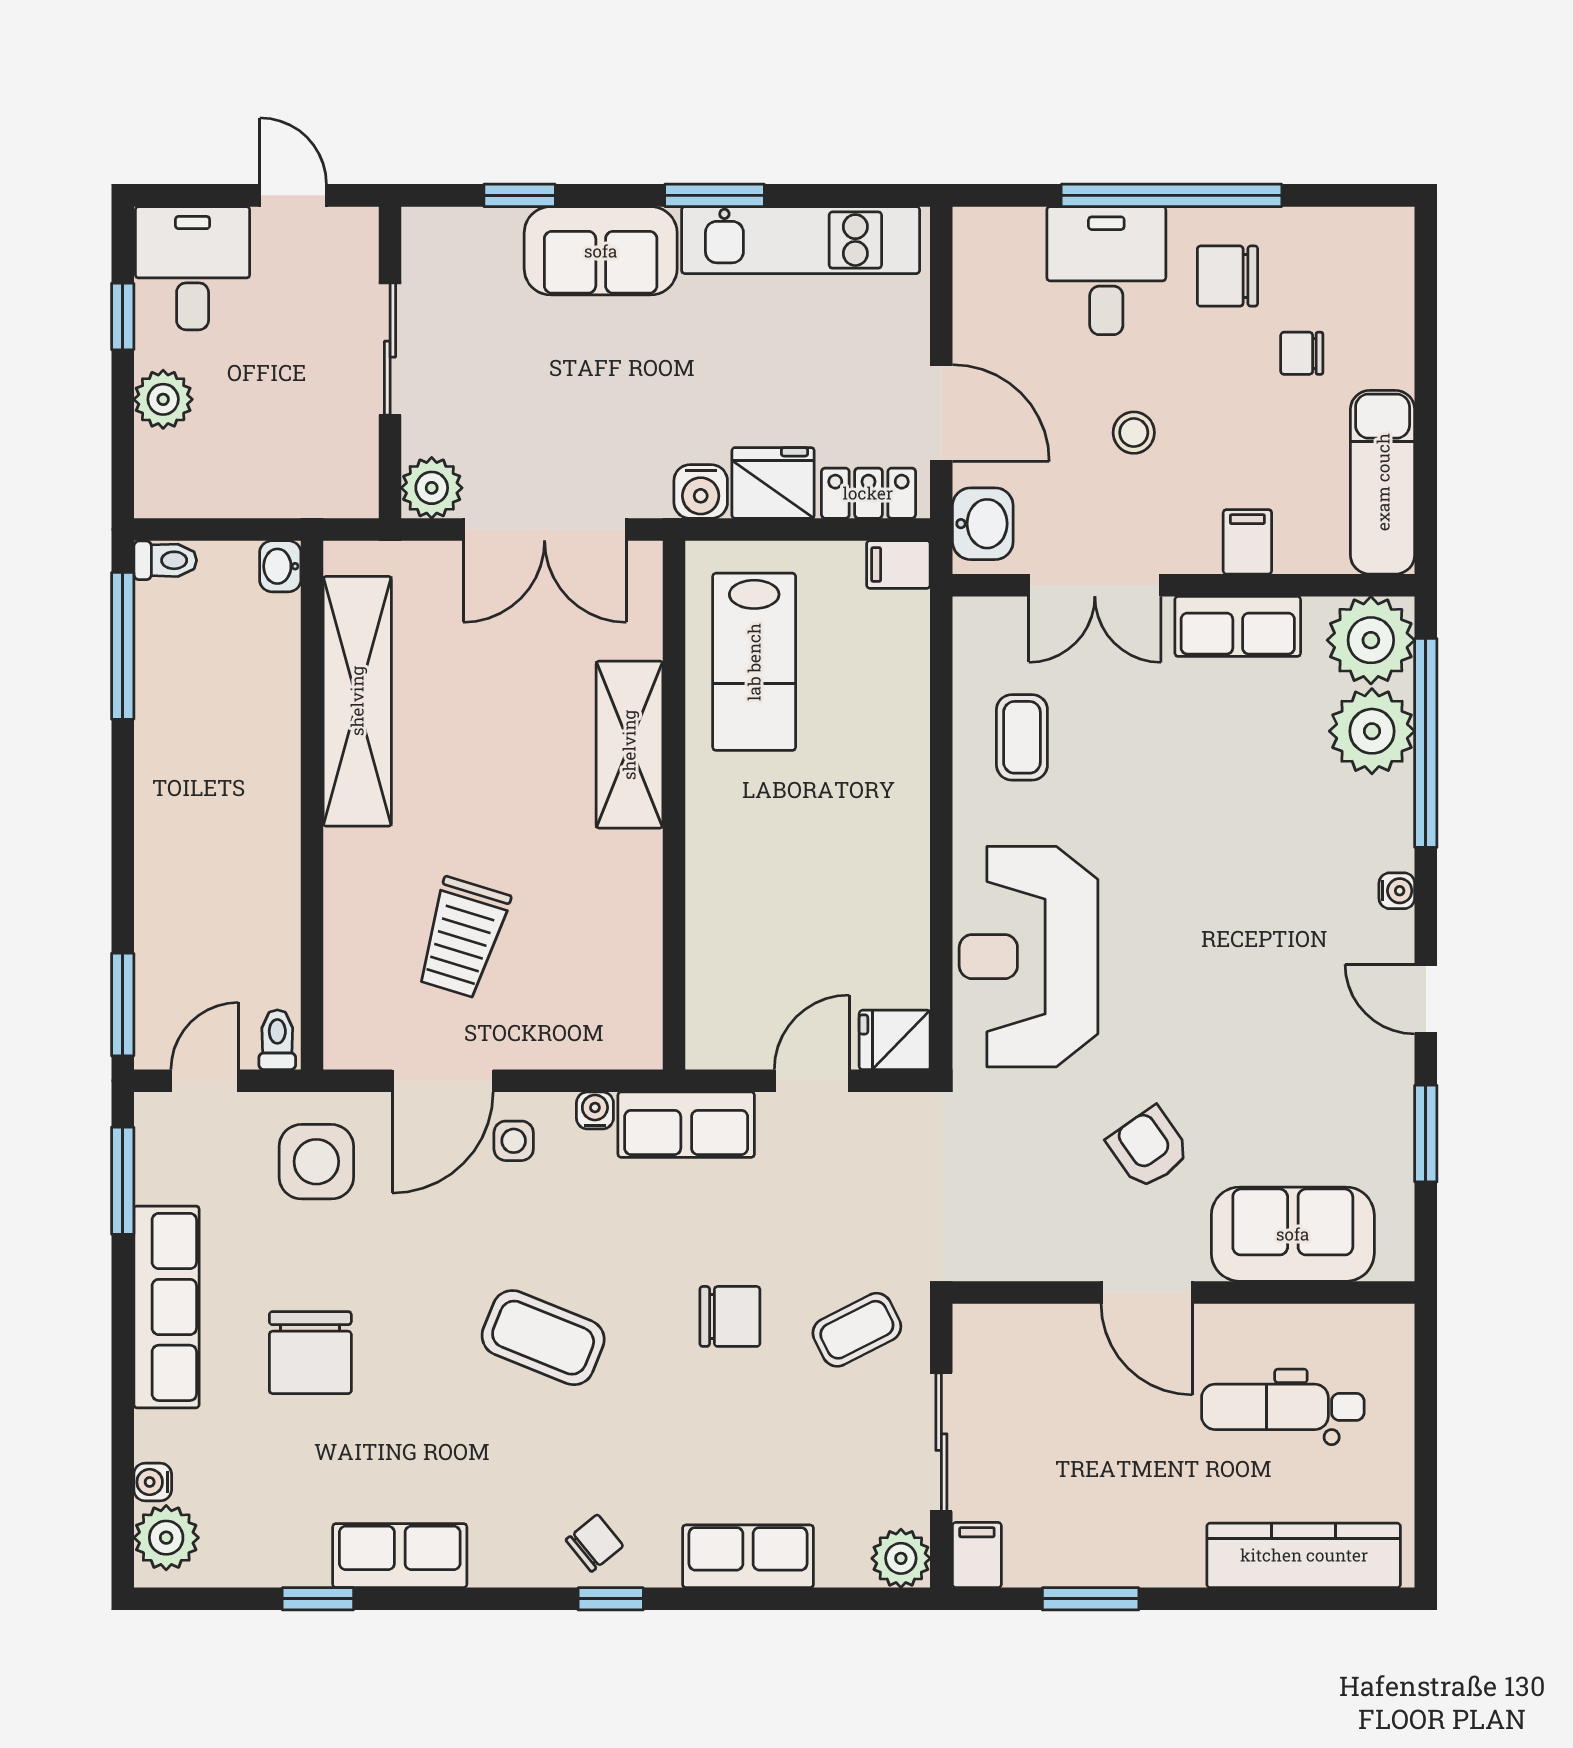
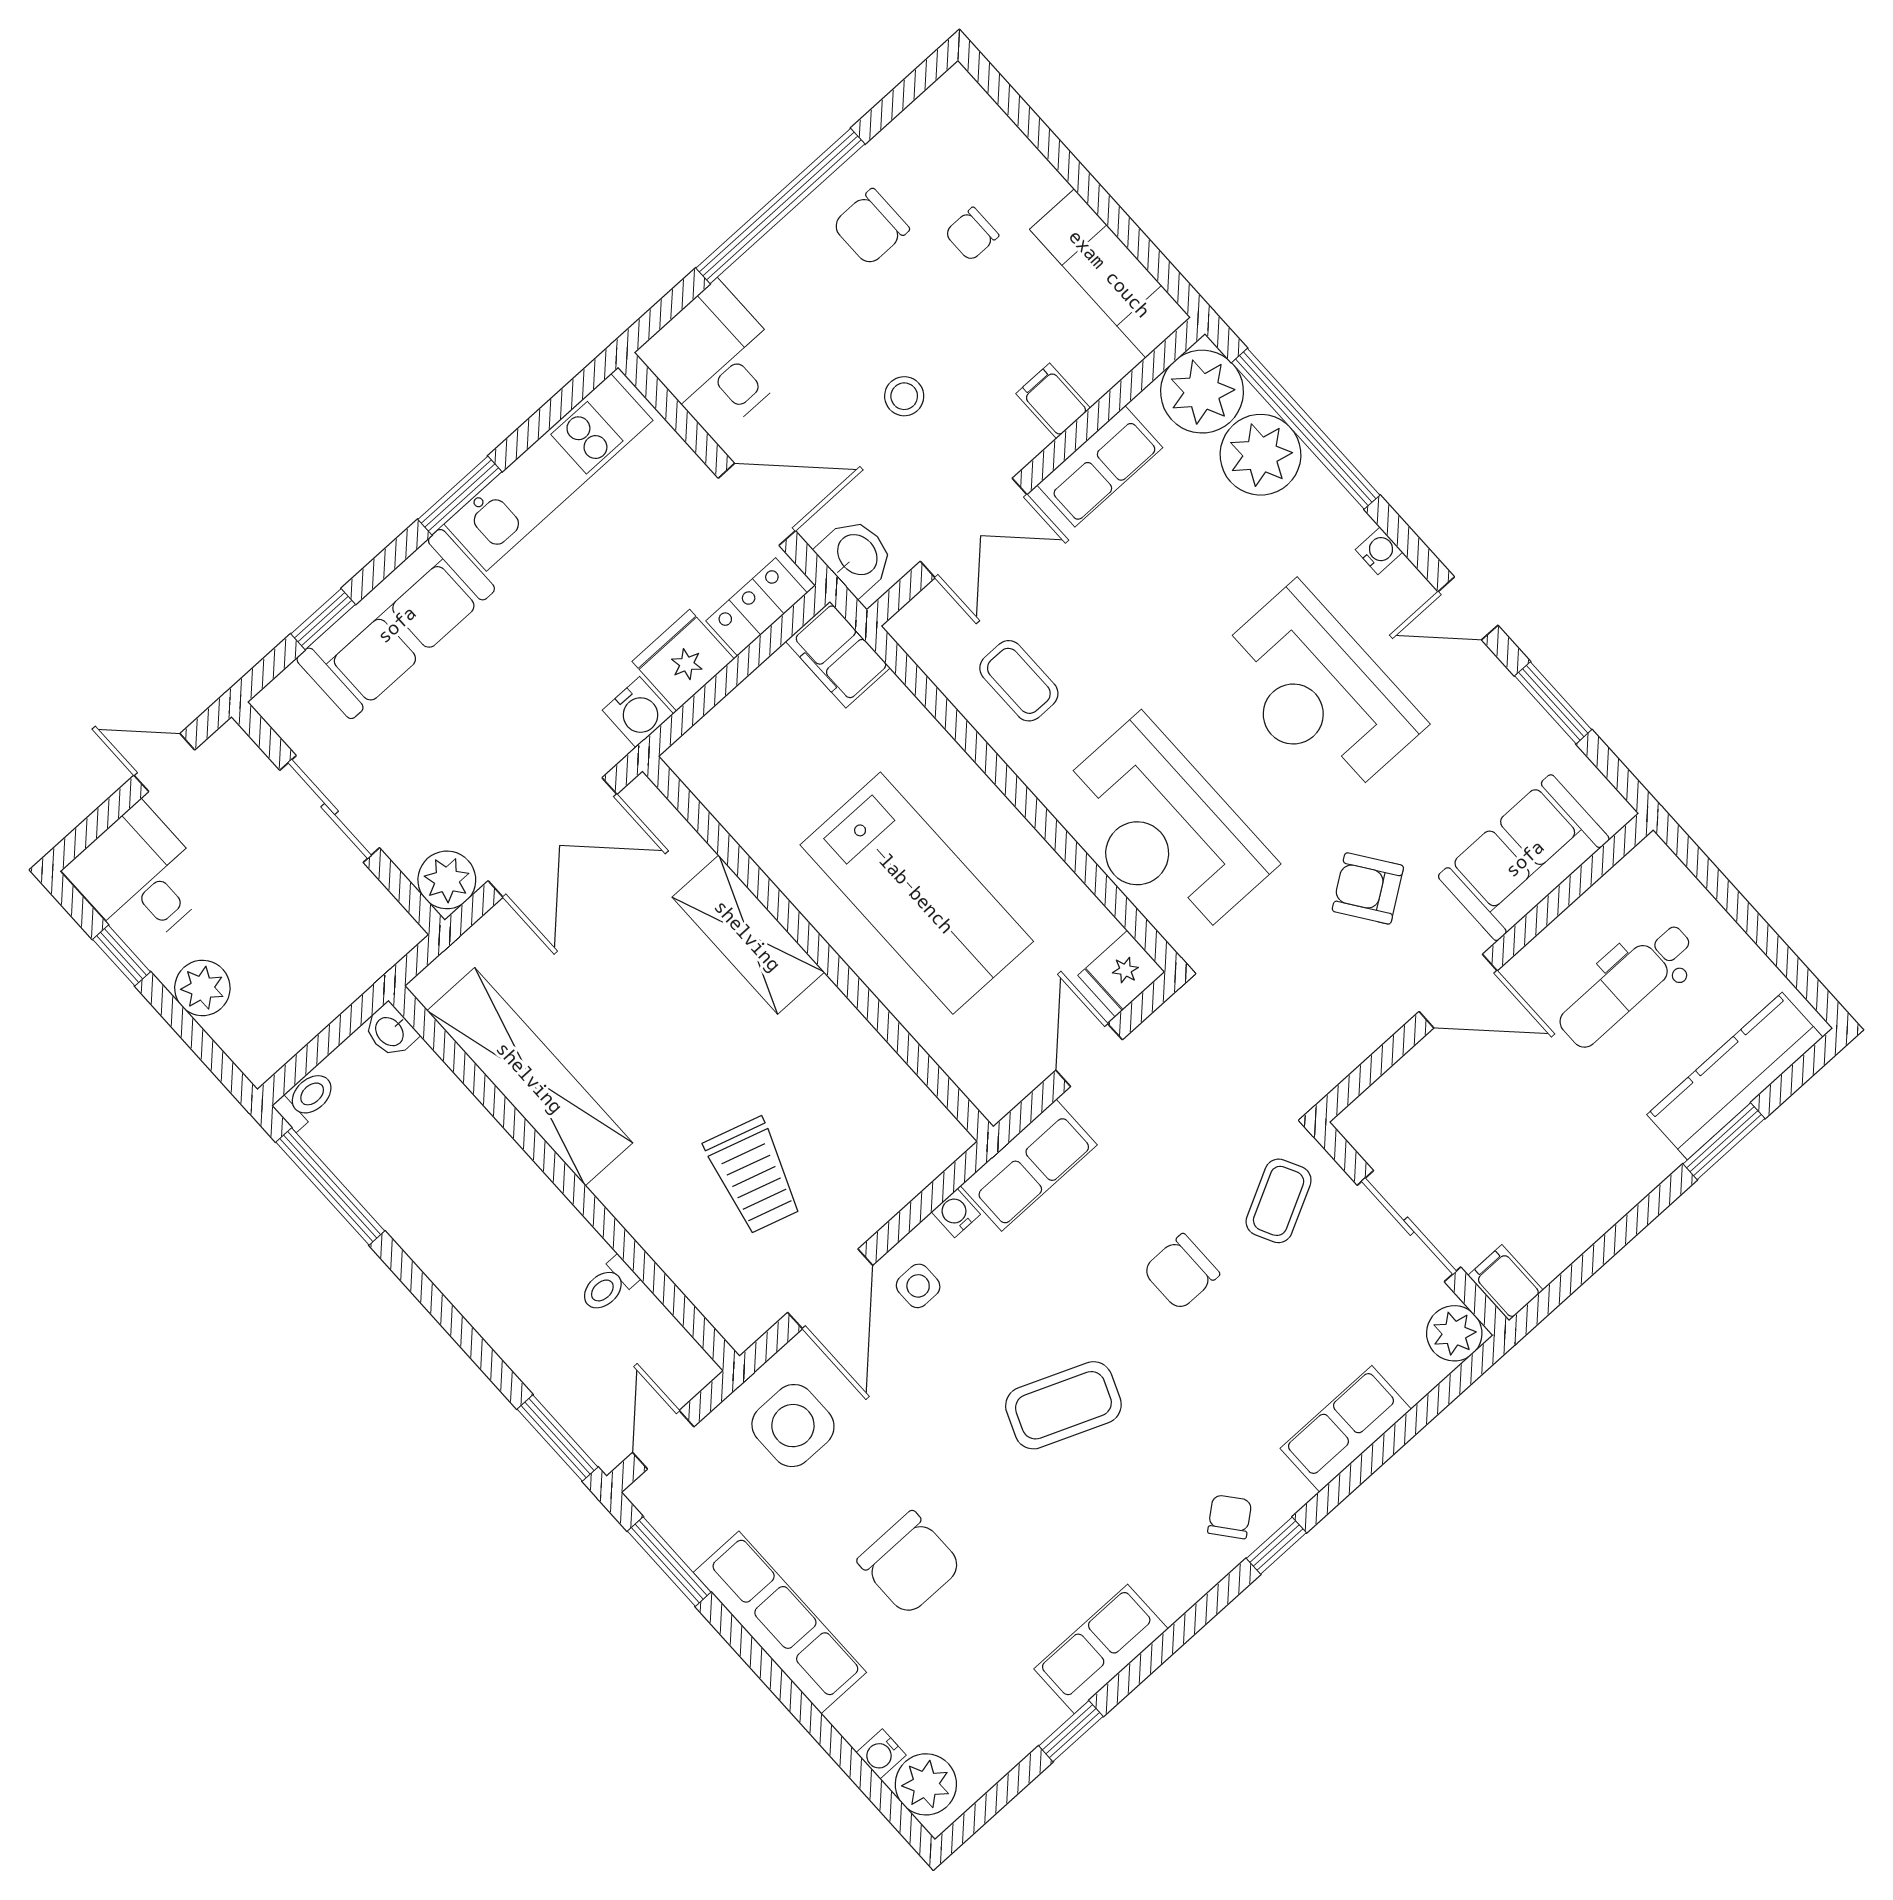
sofa: (601, 251) -> (396, 624), width x1.36
desk: (1106, 271) -> (716, 360), moved
filing cabinet: (898, 564) -> (838, 655), width x2.00
lab bench: (754, 662) -> (917, 893), moved, width x1.36, depth x1.39
reception desk: (1248, 958) -> (1317, 692), added
toilet: (277, 1040) -> (608, 1285), moved, turned -90
chair: (730, 1316) -> (1181, 1272), turned 180
window: (1091, 1599) -> (1724, 1141), moved

